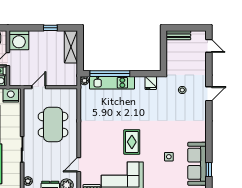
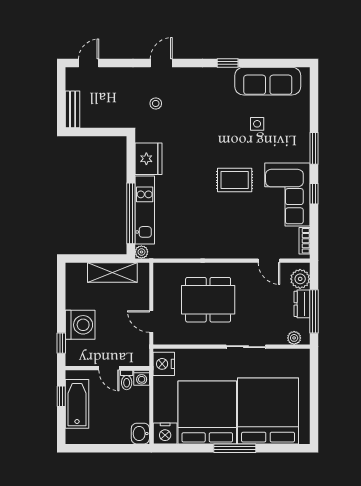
window: (50, 28) -> (61, 343), moved
washing machine: (19, 40) -> (80, 325), moved
shelving: (71, 47) -> (112, 272), moved
fridge: (151, 83) -> (148, 159), width x1.88, depth x1.34
door: (209, 94) -> (161, 63), hinge flipped
window: (209, 170) -> (228, 63), moved

